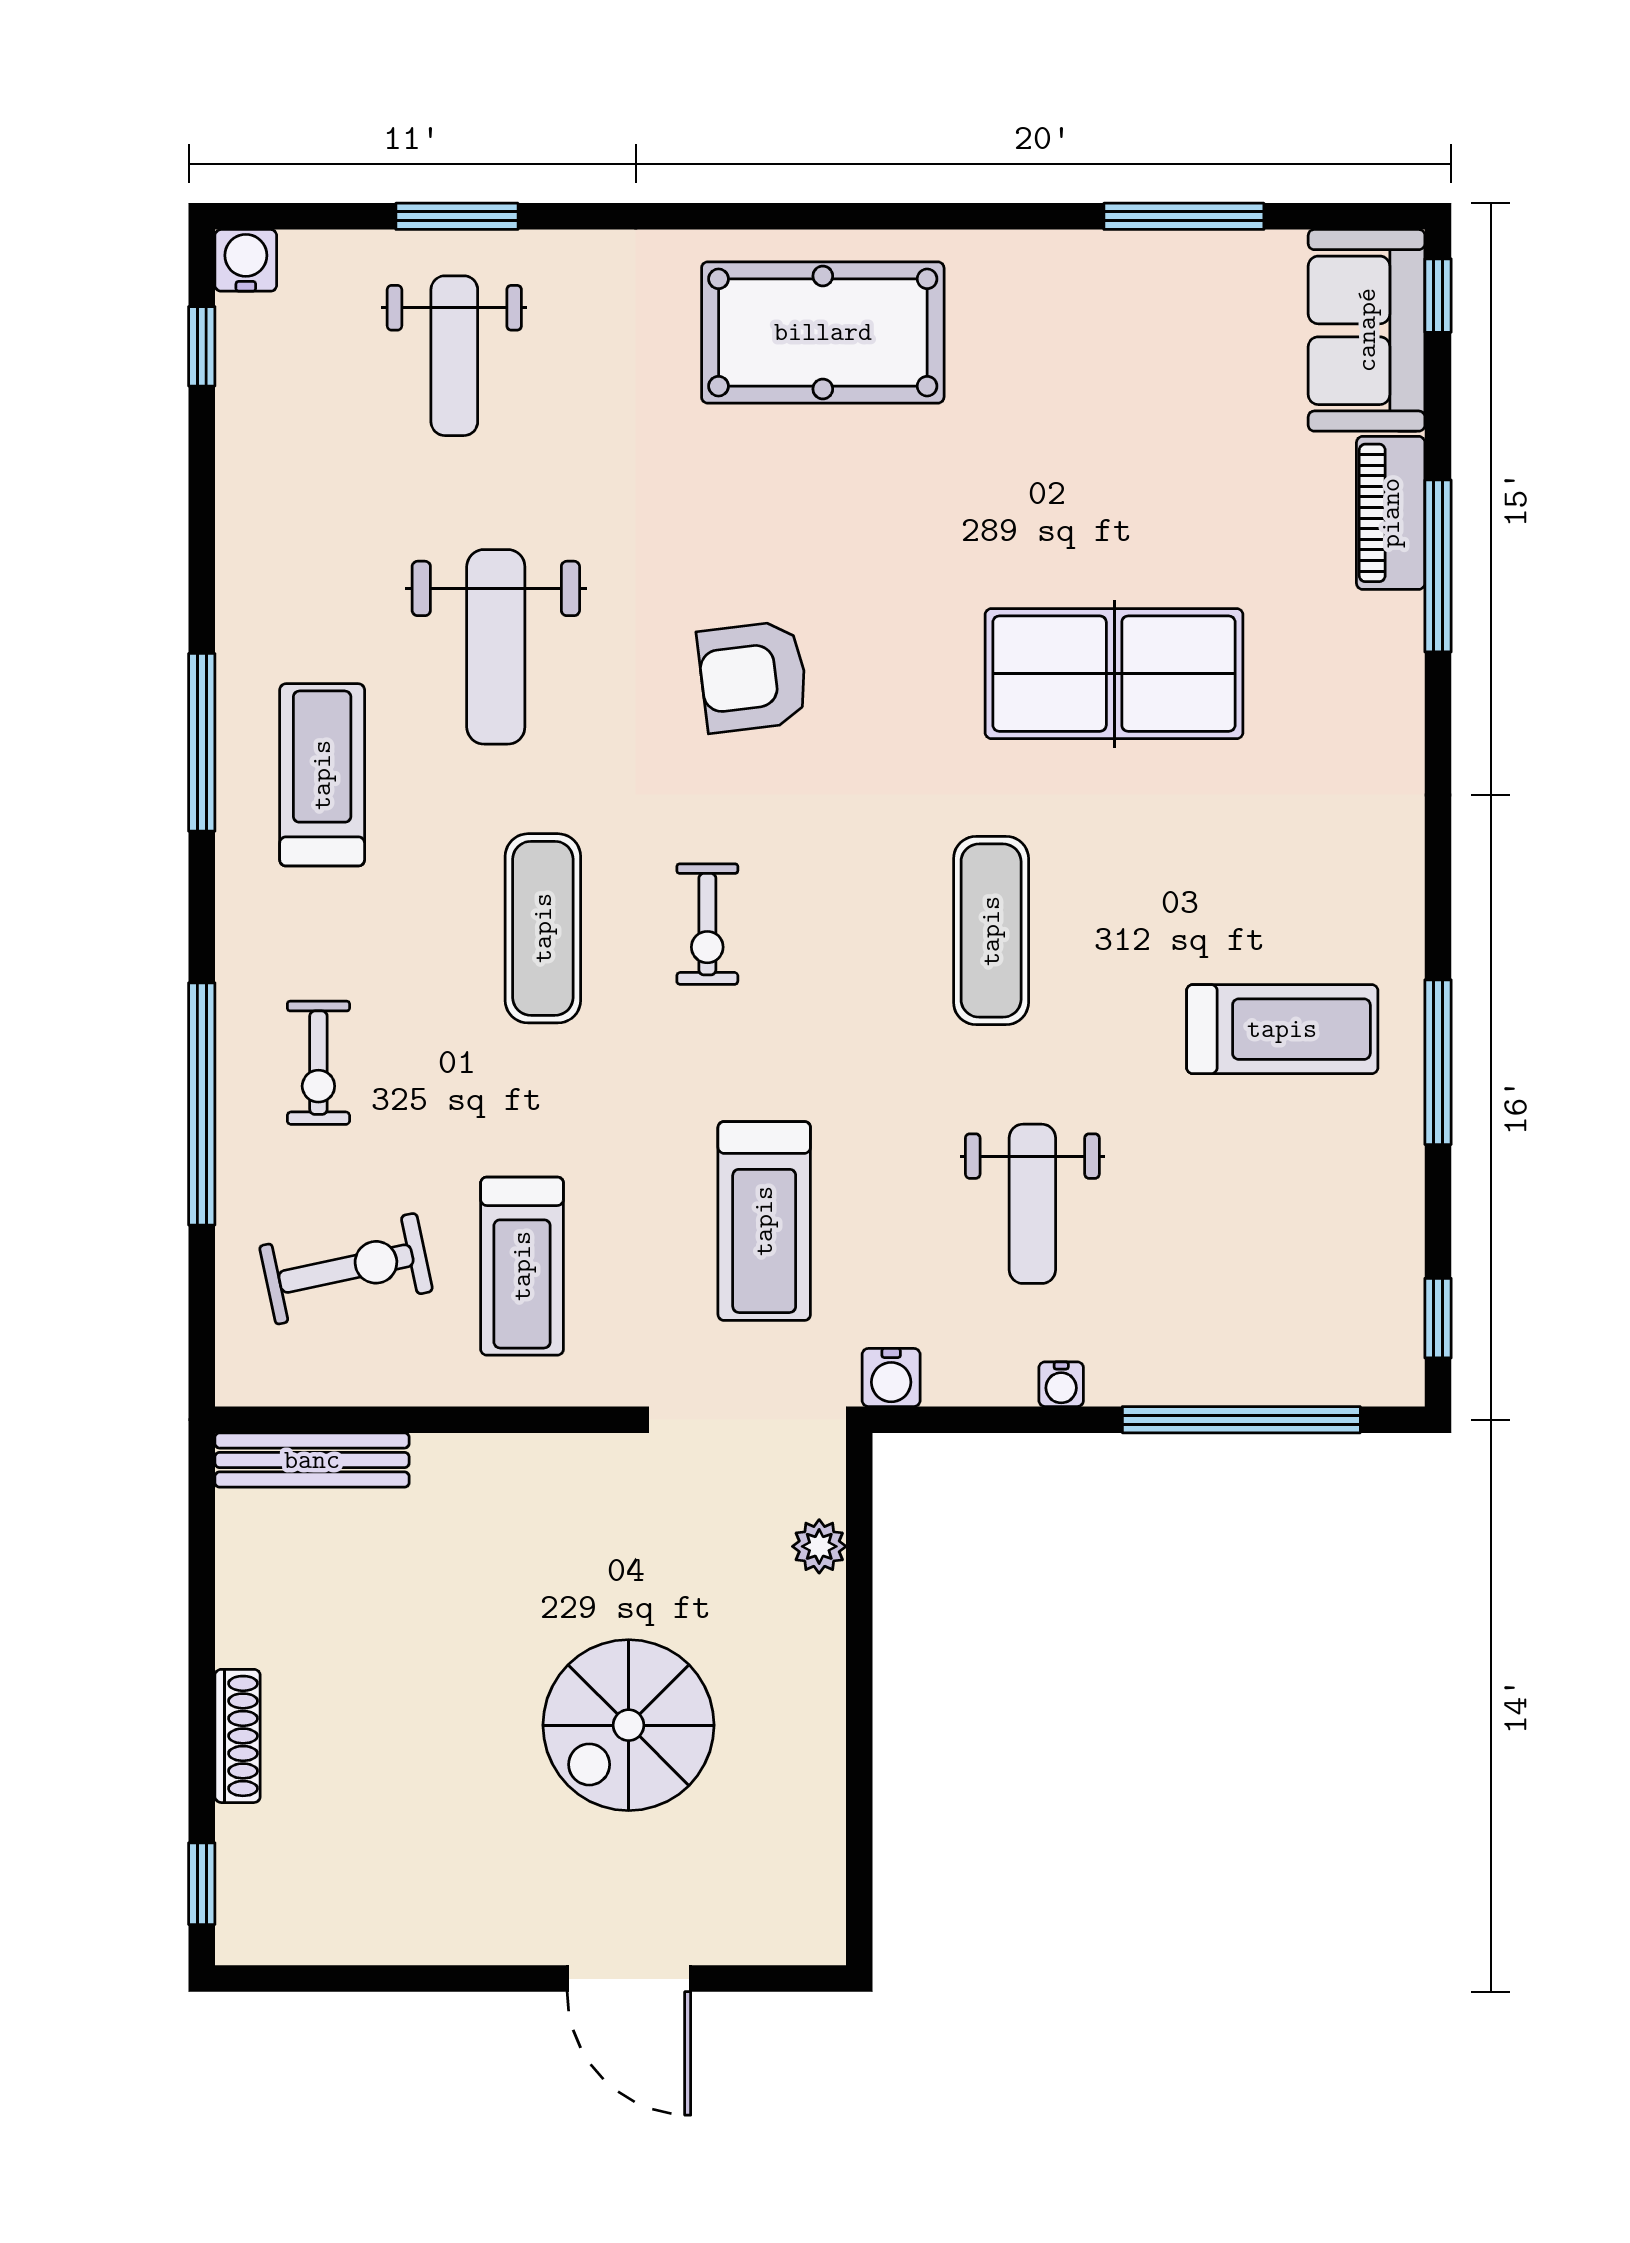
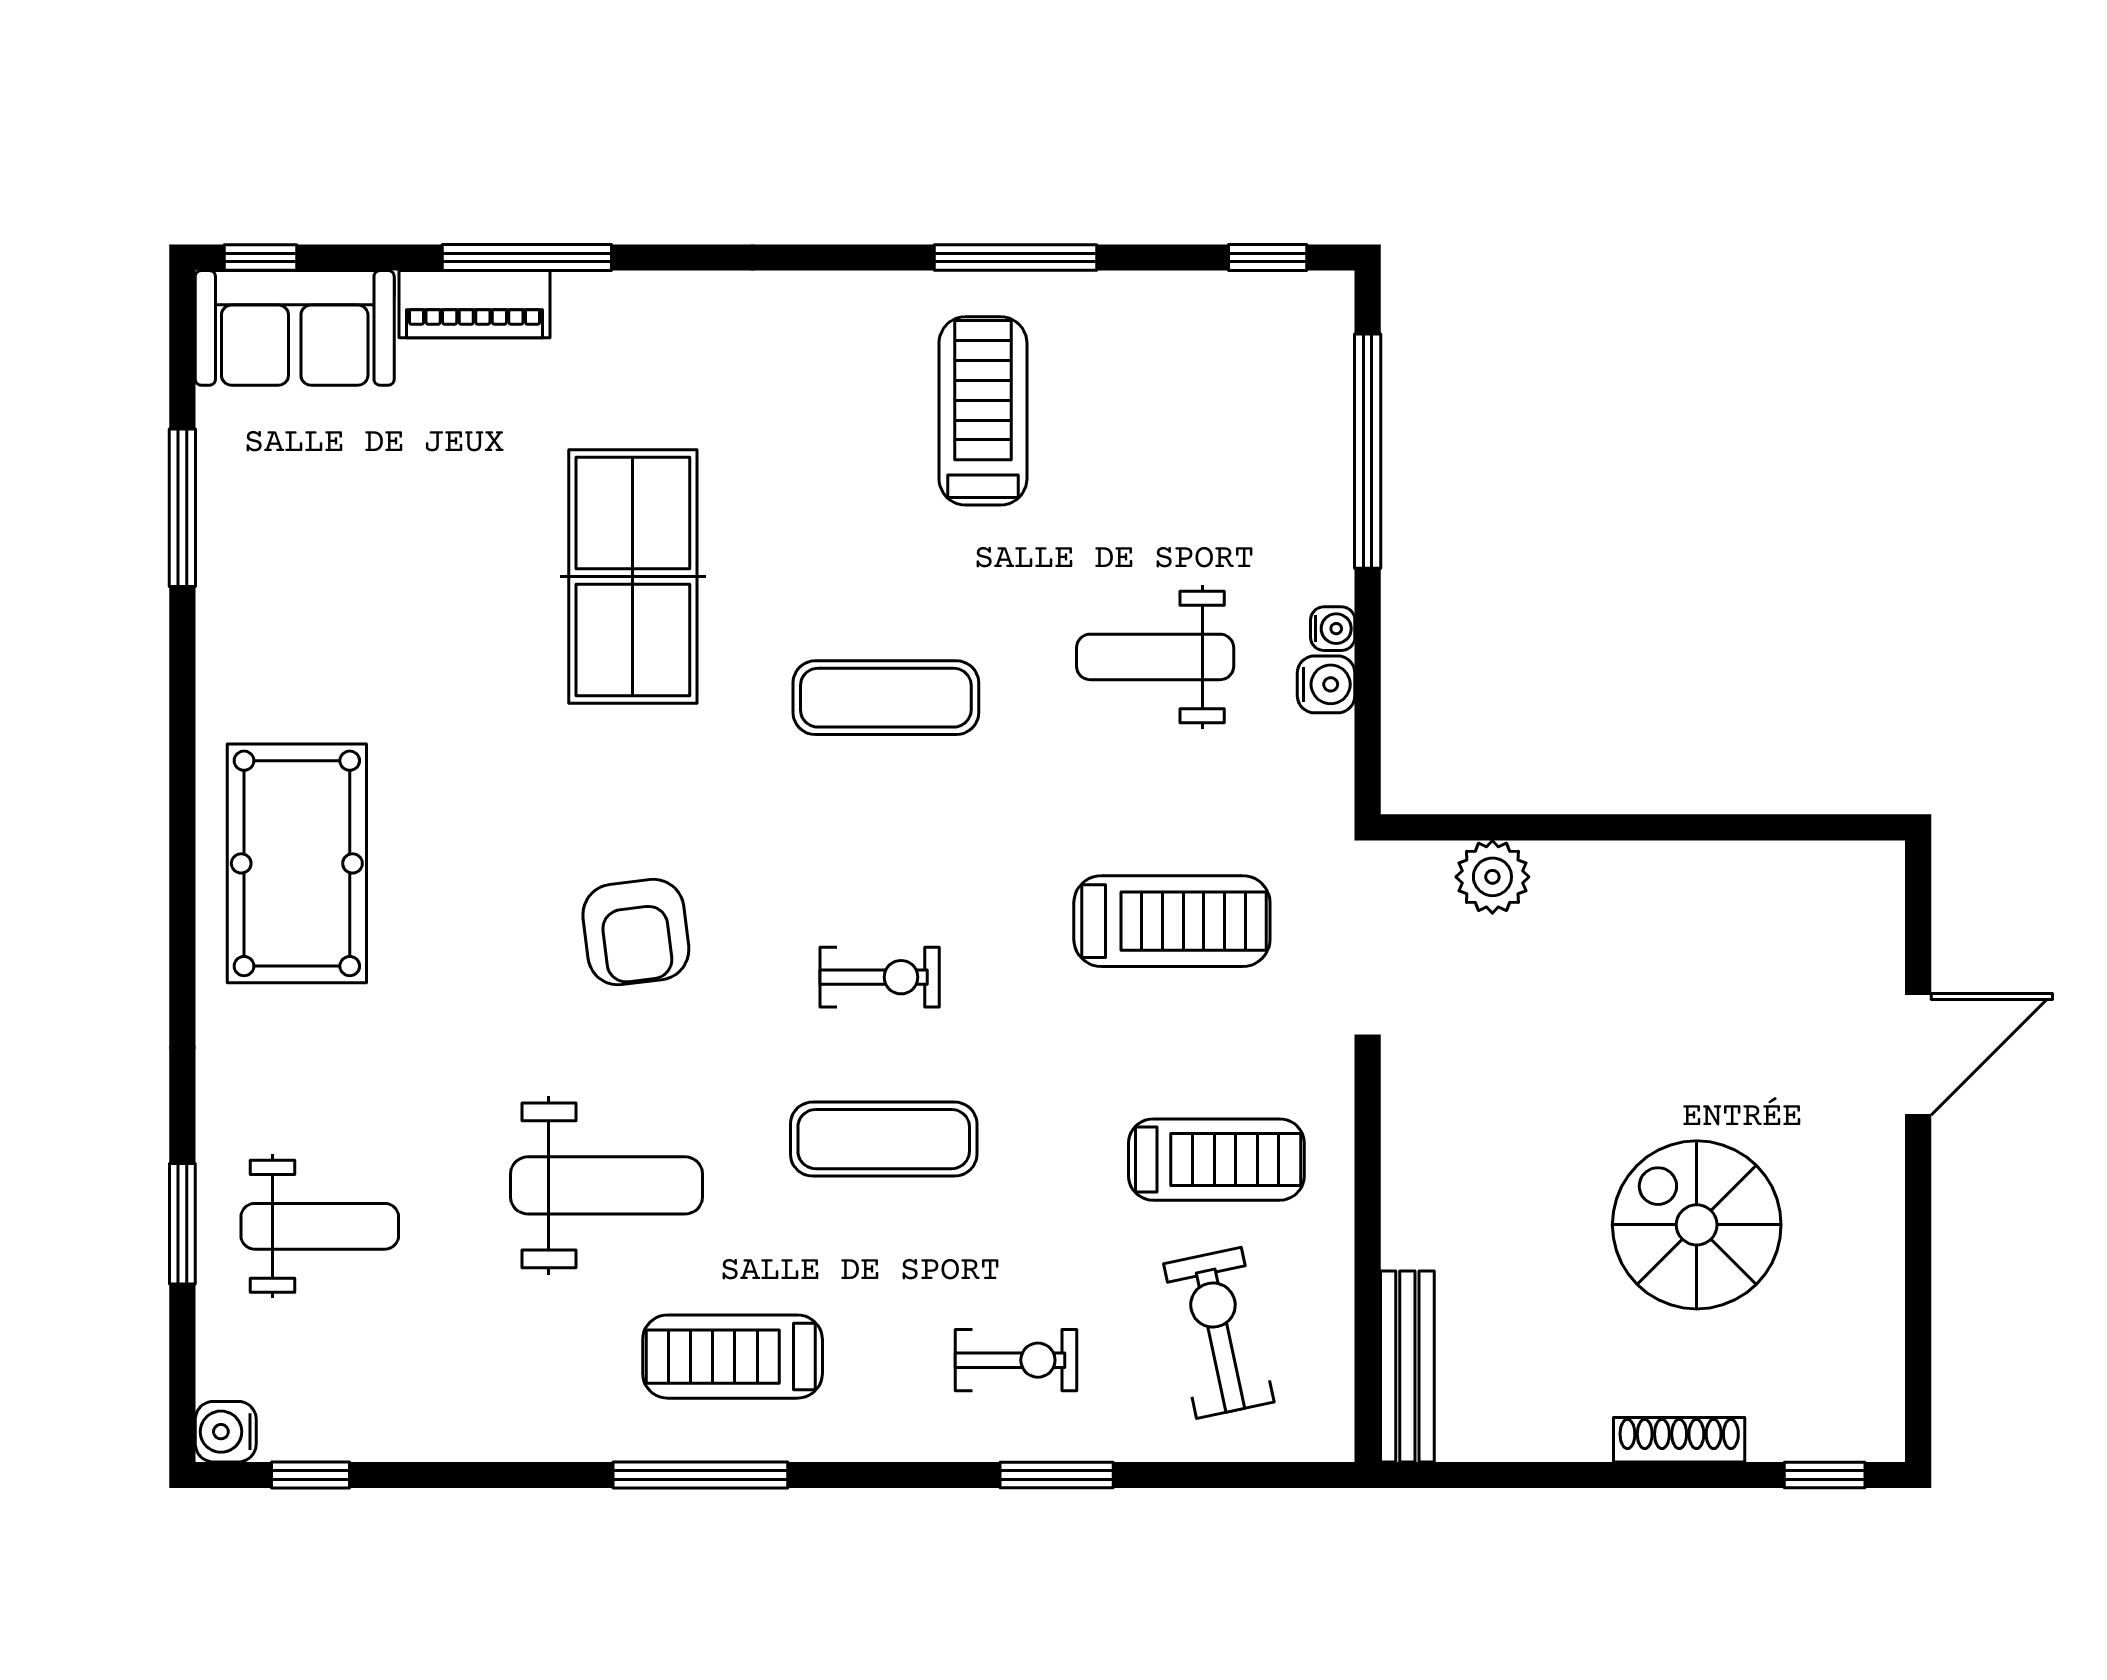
window: (202, 1104) -> (1057, 1475), width x0.47
weight bench: (1032, 1204) -> (1155, 657), turned 180
water cooler: (891, 1377) -> (1326, 684), moved
plant: (819, 1546) -> (1492, 877), width x1.38, depth x1.38
spiral stairs: (629, 1725) -> (1697, 1225), moved, turned 180

